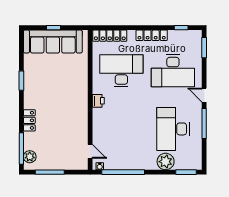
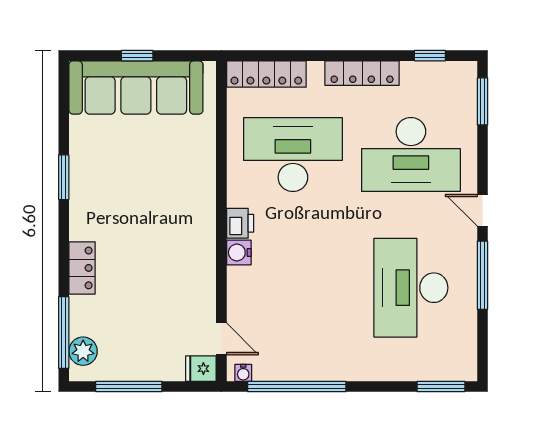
water cooler: (98, 114) -> (239, 253), added
plant: (166, 162) -> (394, 362), removed
fridge: (81, 164) -> (201, 369), added

